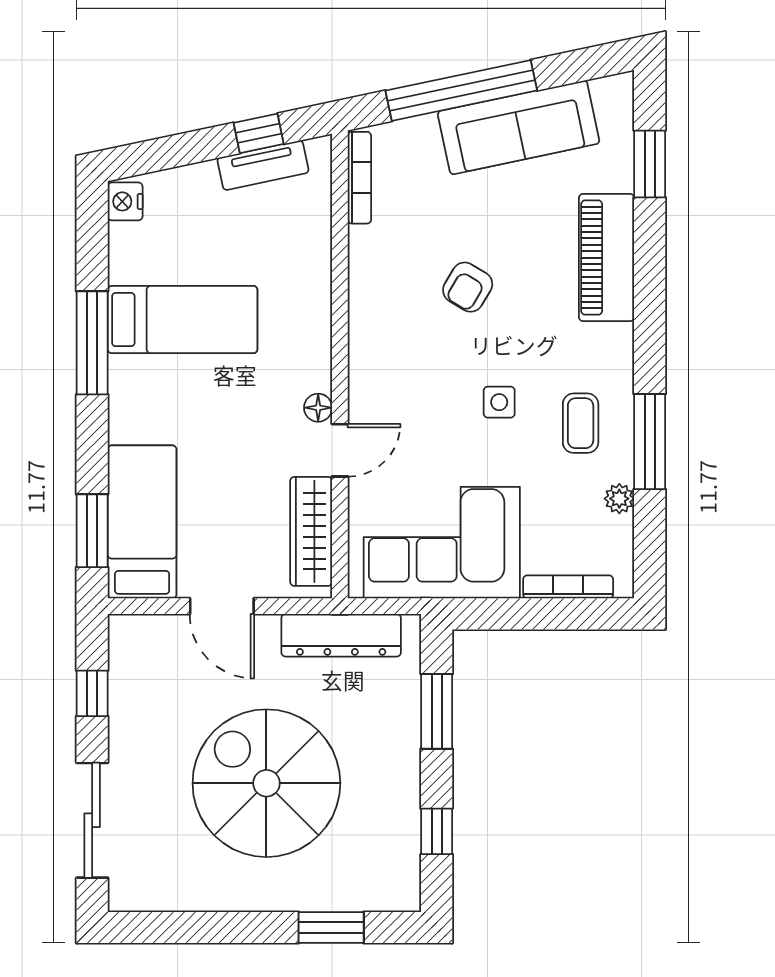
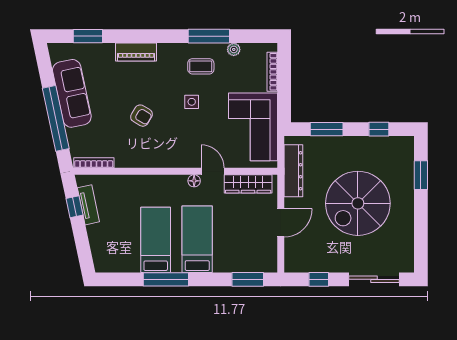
nightstand: (125, 201) -> (104, 265), removed
piano: (607, 258) -> (136, 52), width x0.73, depth x0.75
bed: (142, 522) -> (197, 239), moved, turned 90

